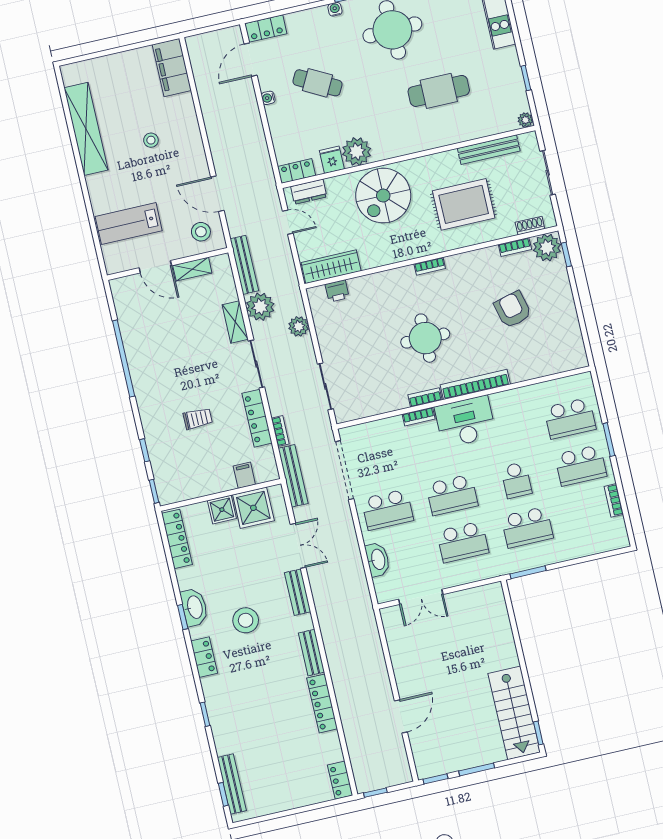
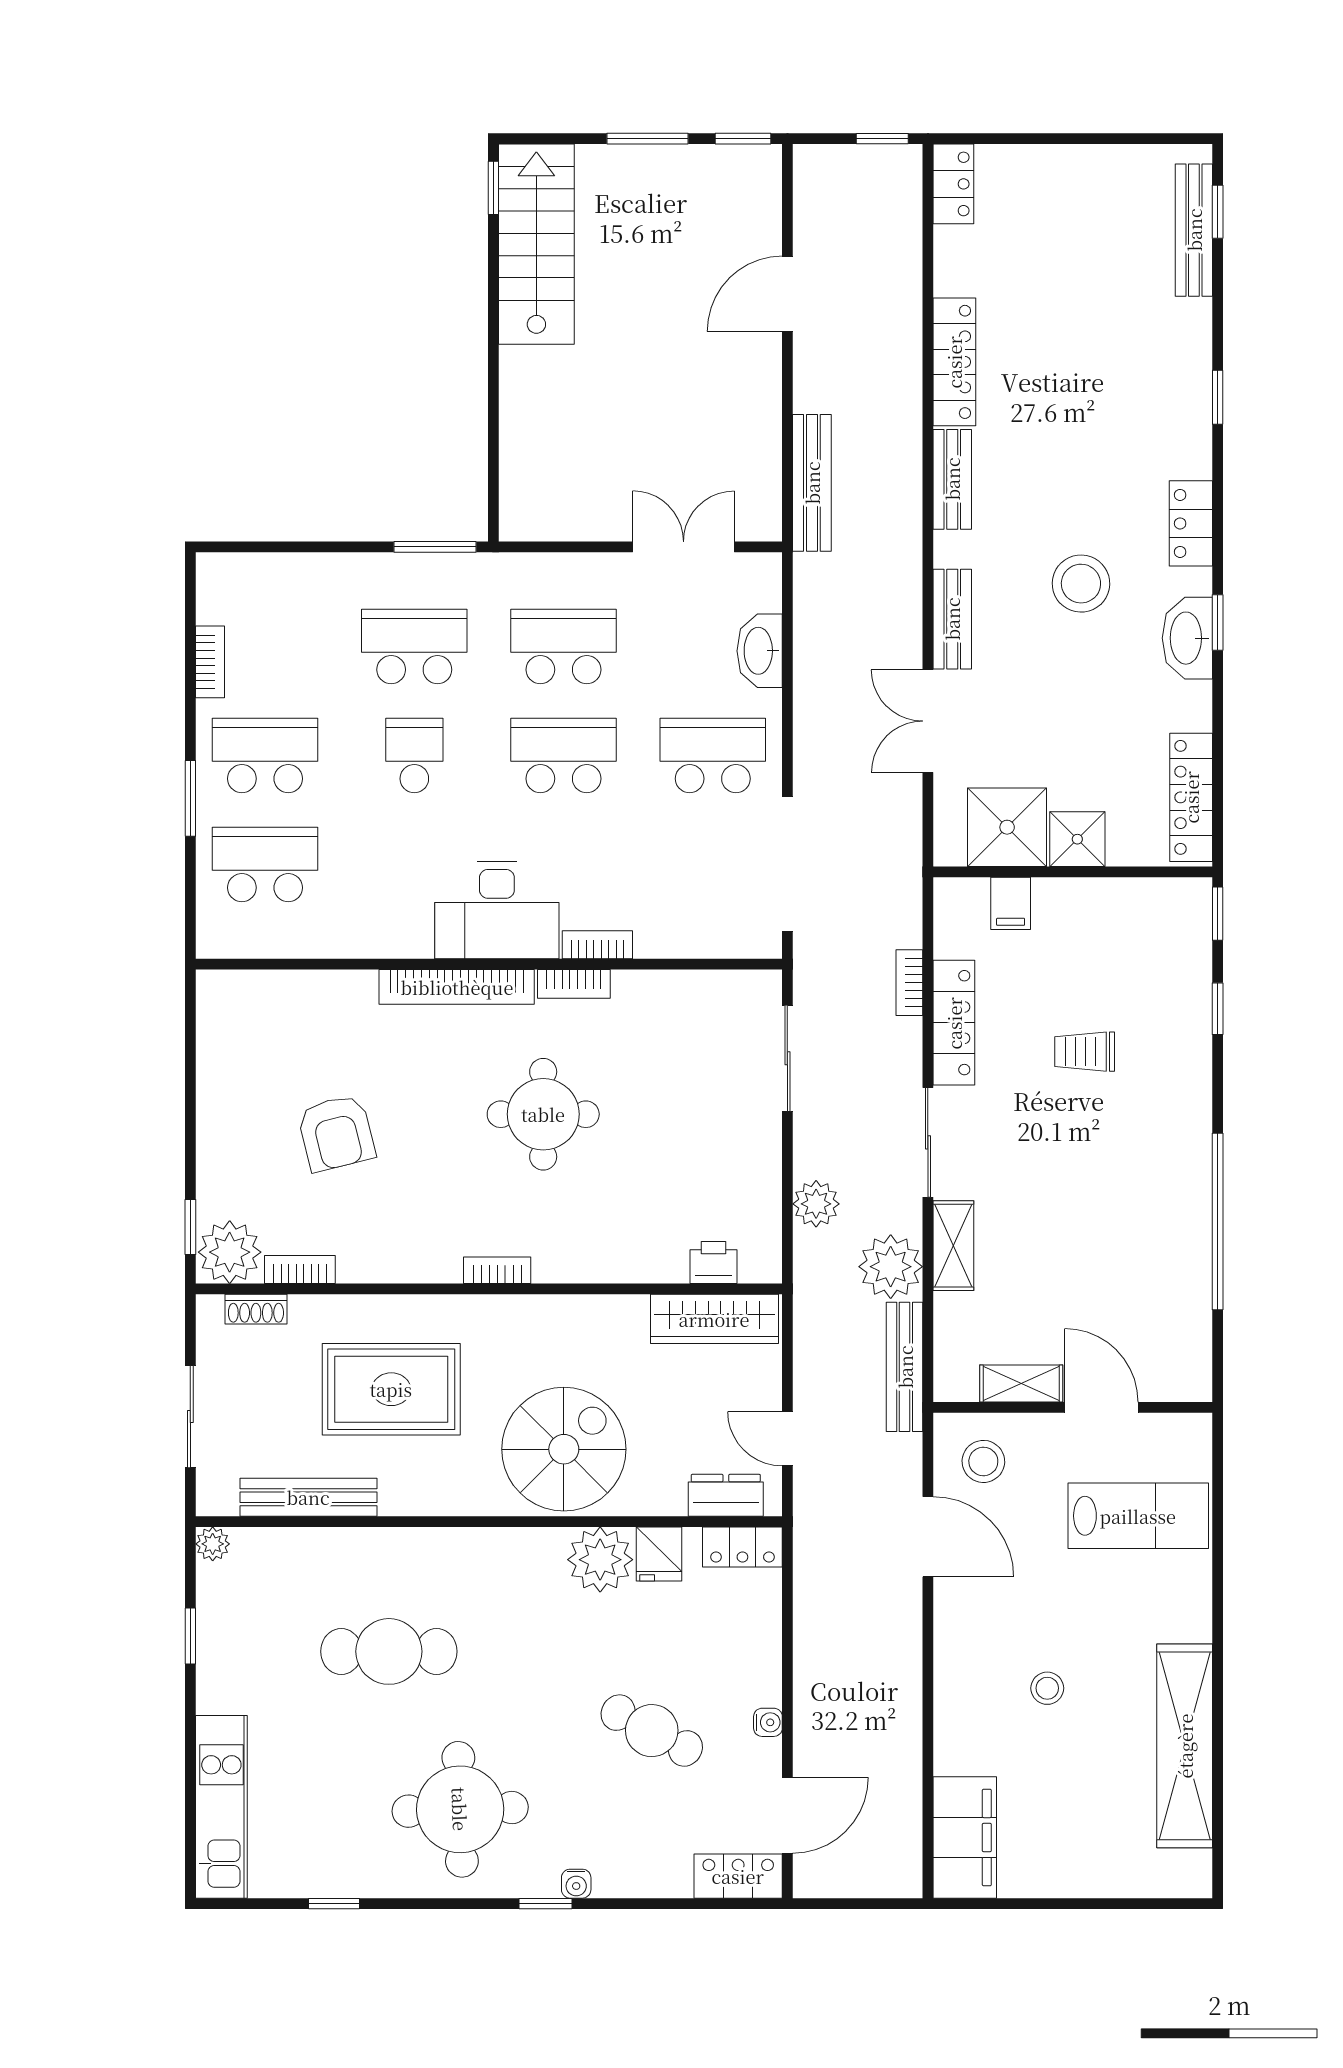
bench: (293, 476) -> (812, 483), moved

